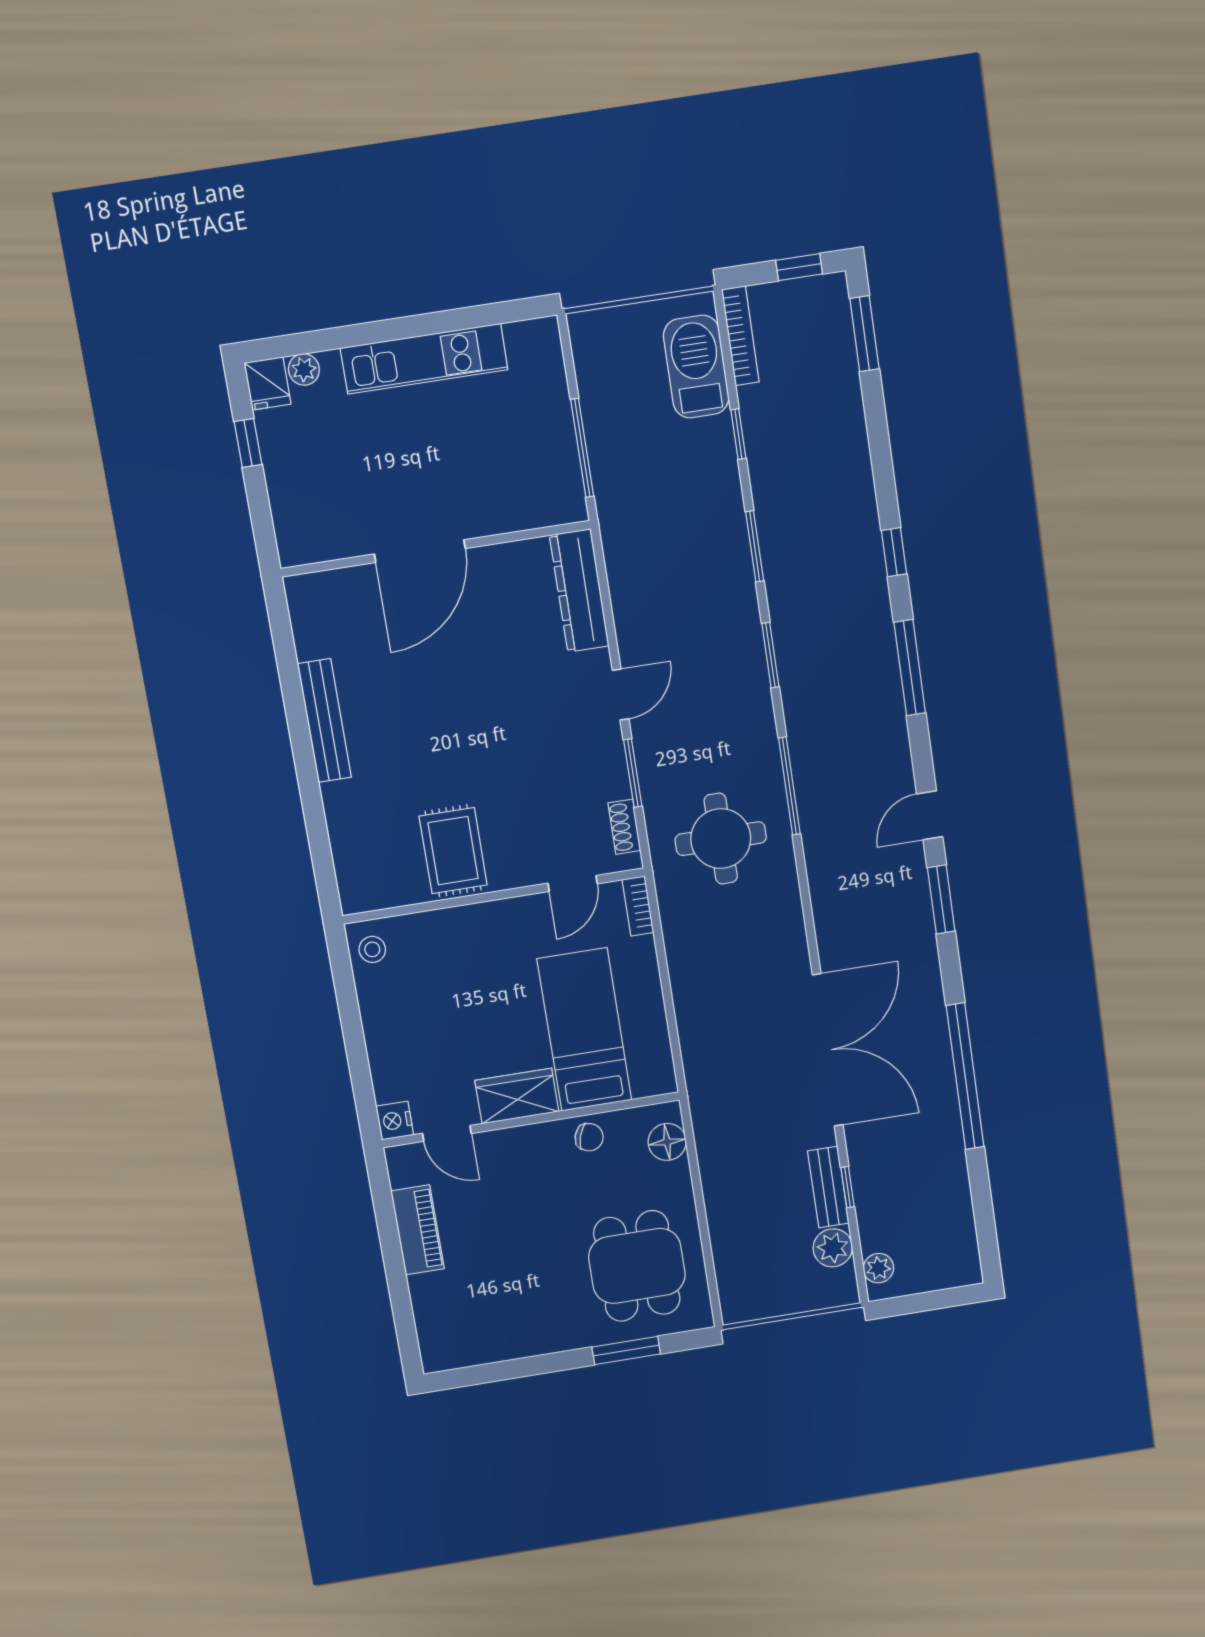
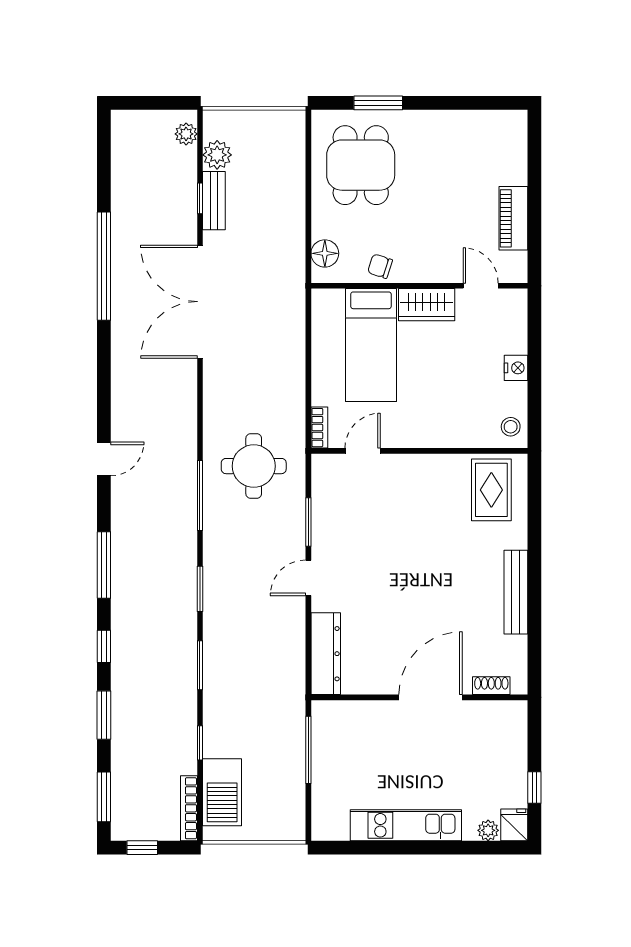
shoe rack: (624, 827) -> (491, 686), moved, turned -90
rug: (453, 851) -> (491, 490), moved
window: (941, 900) -> (104, 715), moved
nightstand: (395, 1121) -> (516, 368), moved

